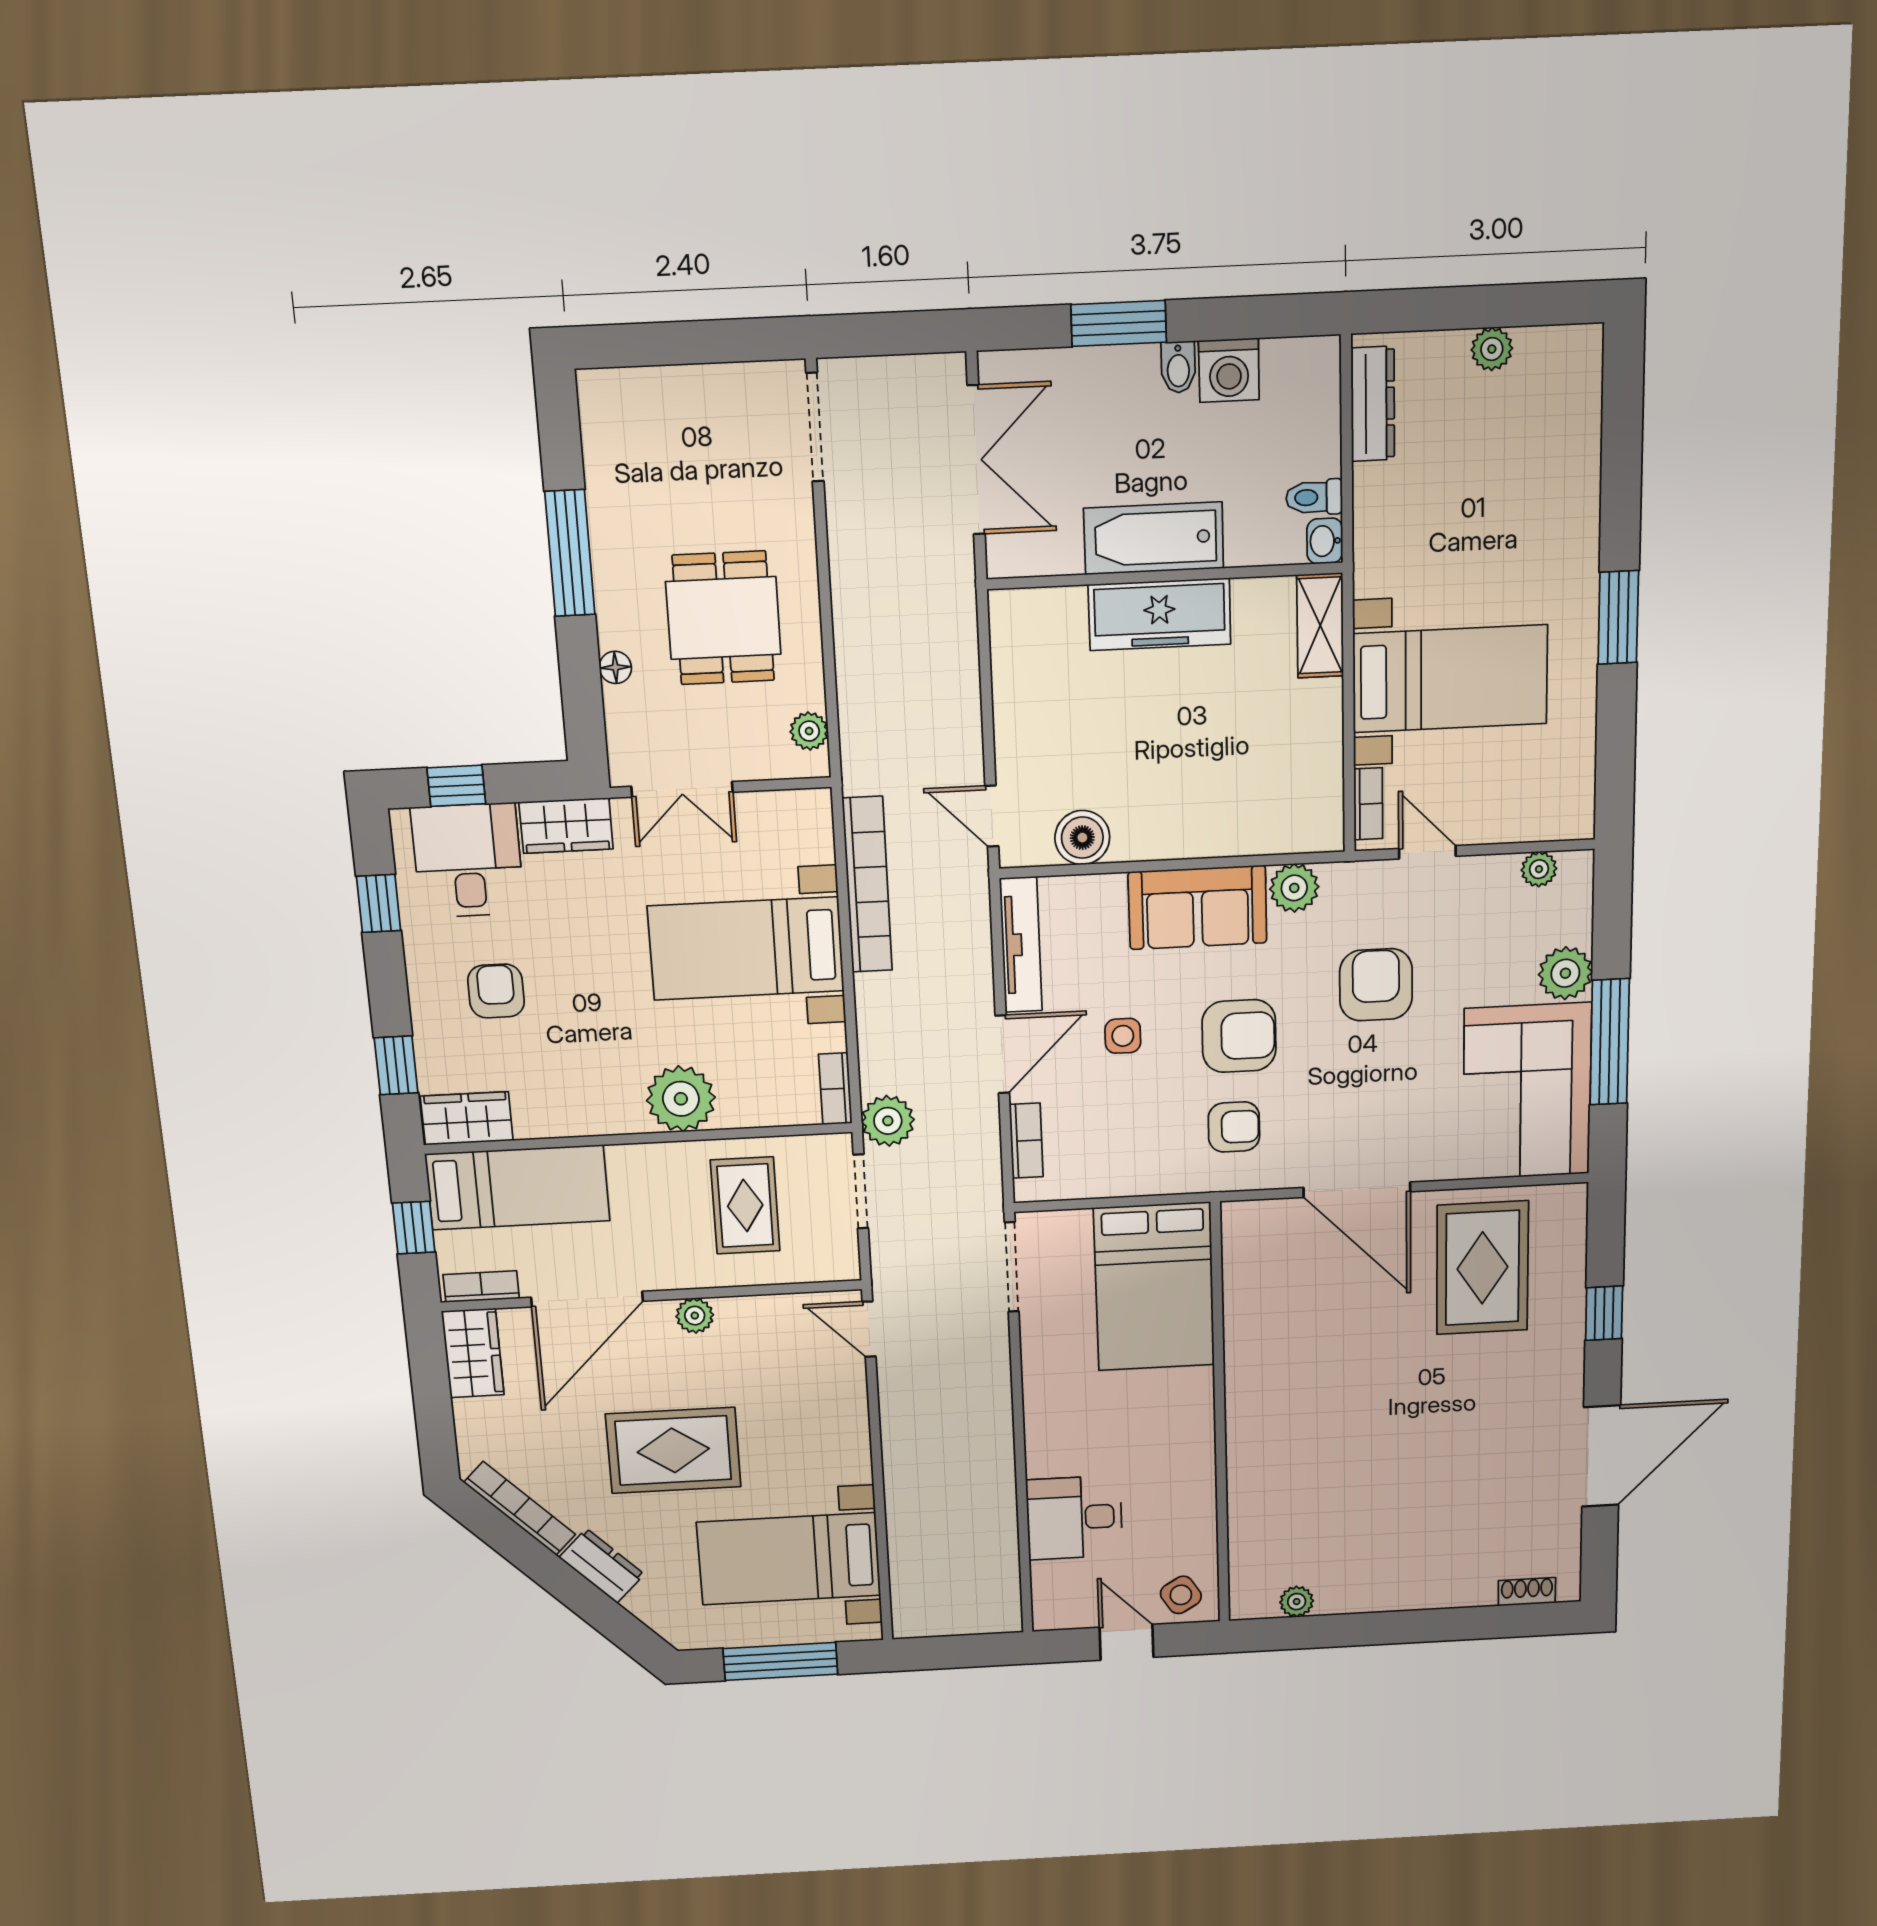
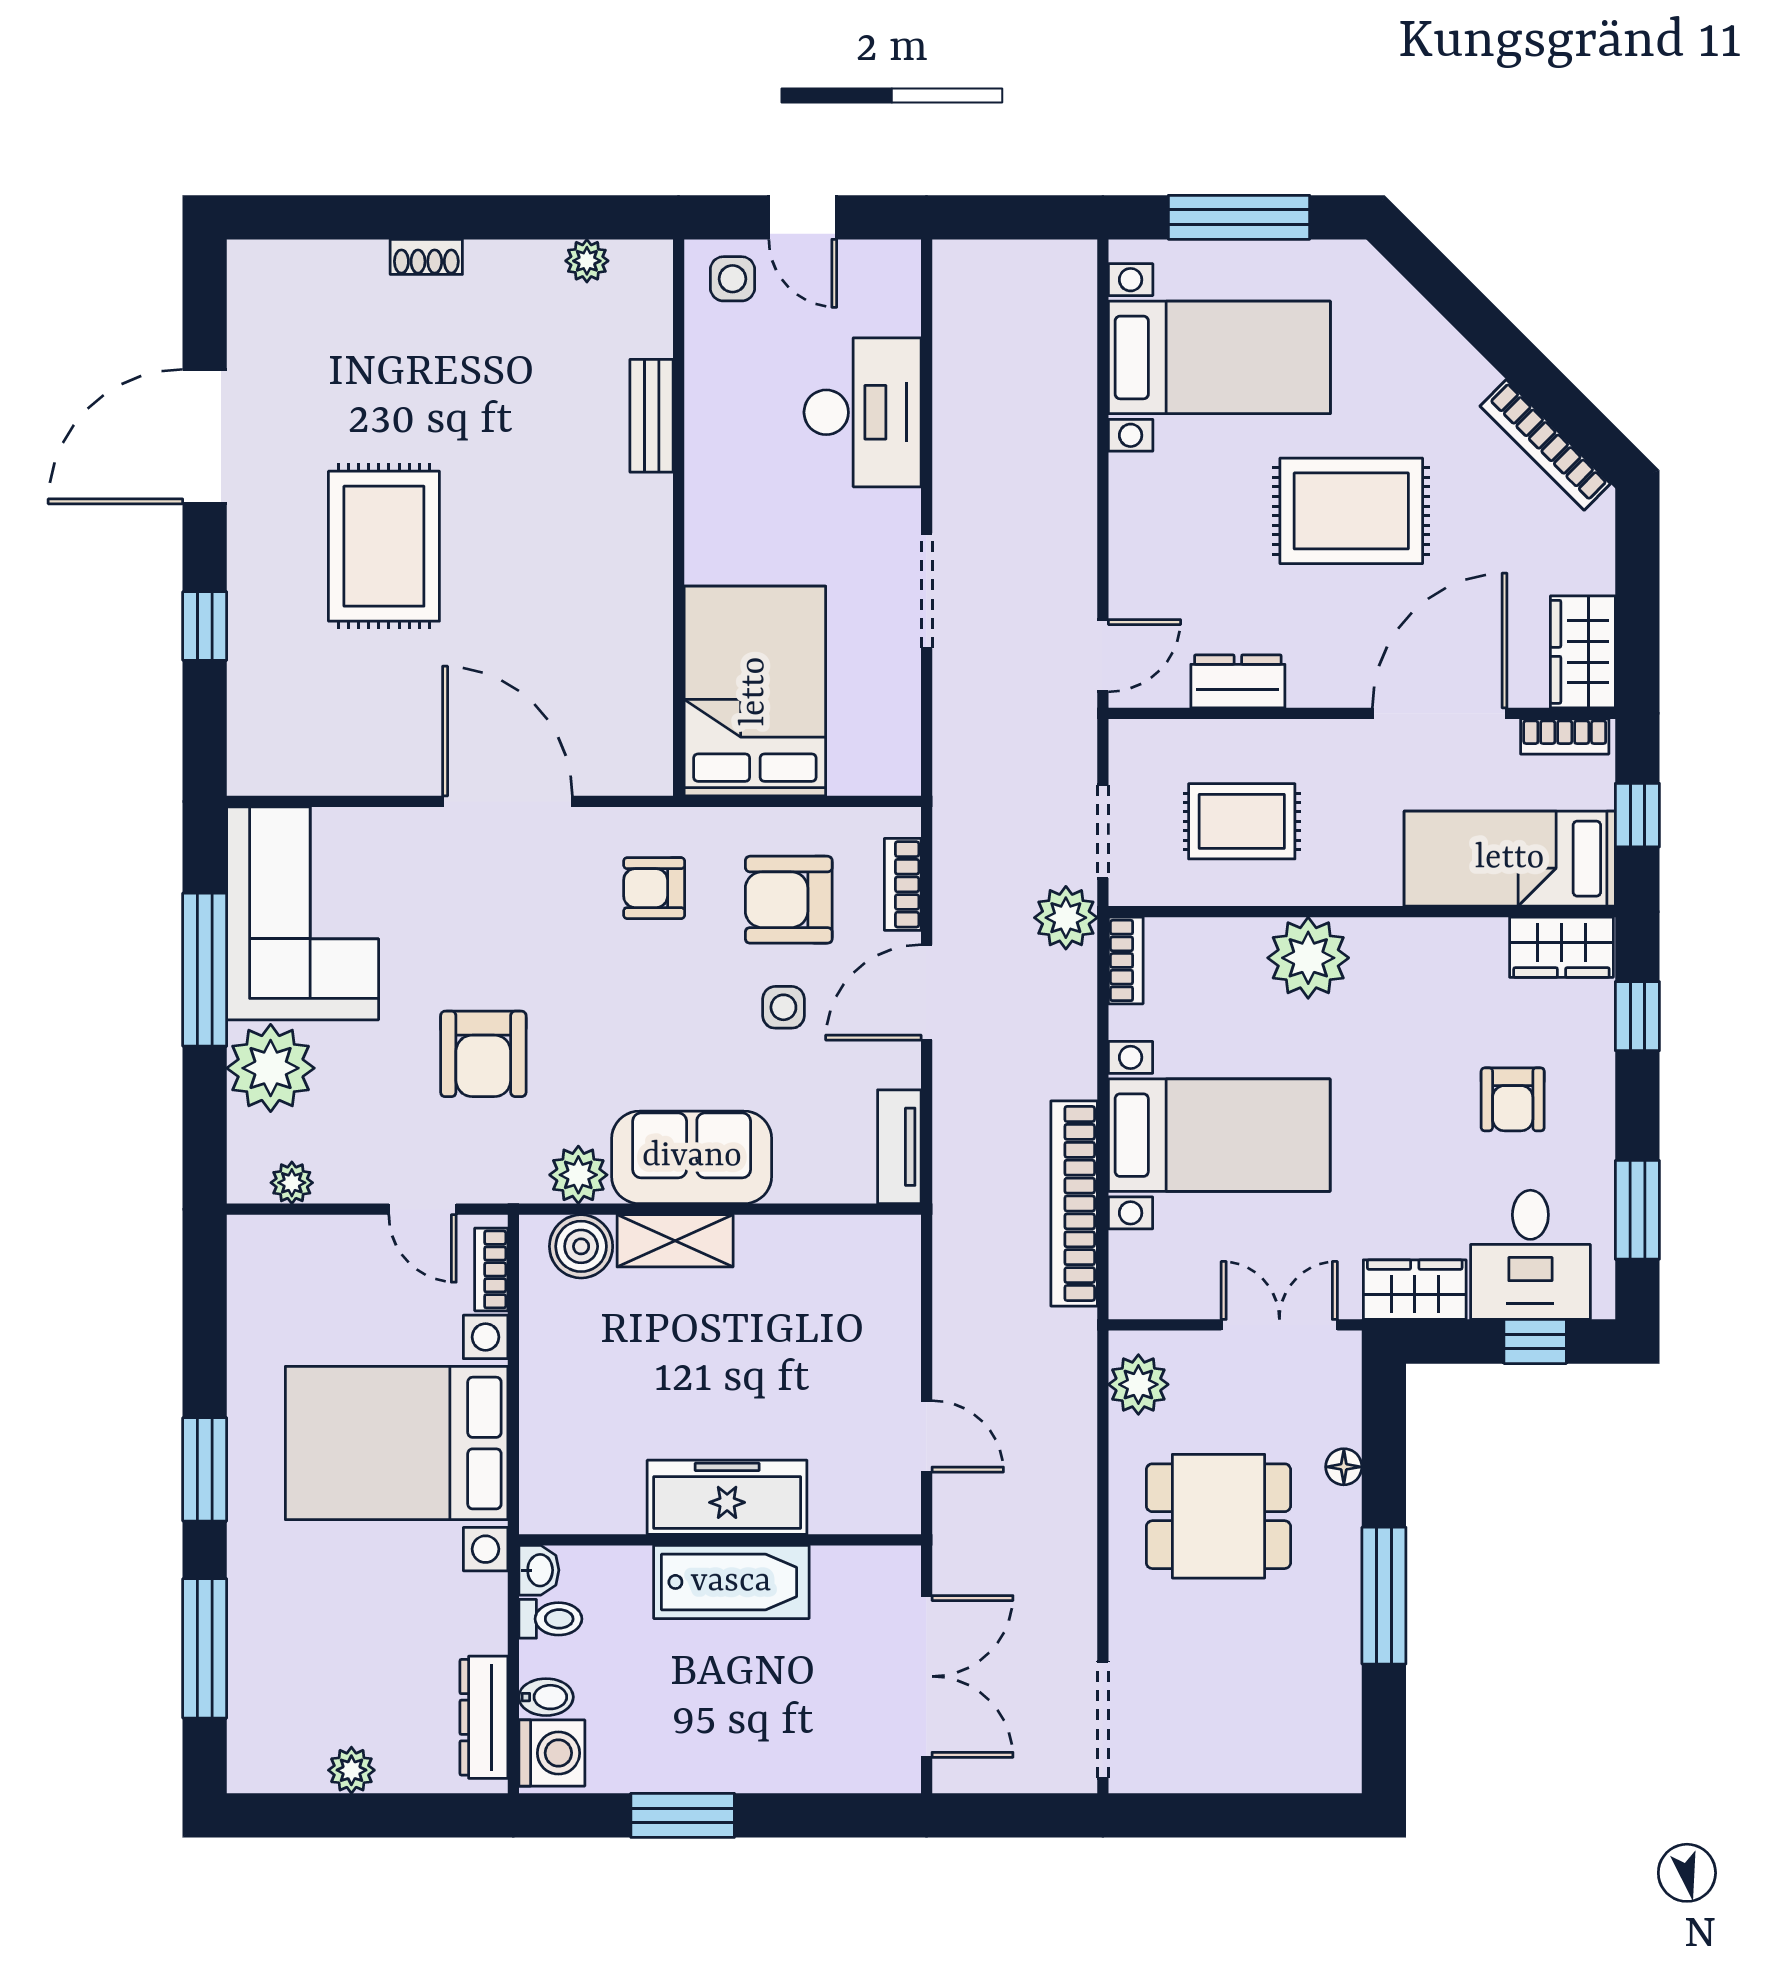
window: (1119, 323) -> (683, 1815), moved
bidet: (1178, 367) -> (546, 1697), moved, turned 90
washing machine: (1229, 370) -> (552, 1753), moved, turned 90
window: (1622, 456) -> (205, 1648), added
double door: (976, 460) -> (927, 1676), swing flipped
dining table: (723, 618) -> (1218, 1516), turned 90
shelving: (1320, 625) -> (675, 1241), moved, turned 90
bed with nightstands: (1450, 679) -> (397, 1443), width x1.36
plant: (809, 731) -> (1138, 1384), width x1.38, depth x1.38
door: (992, 816) -> (927, 1436), moved
boiler: (1082, 838) -> (581, 1246), moved
window: (379, 903) -> (1637, 1210), width x1.50
tv unit: (1021, 945) -> (899, 1147), width x0.71
plant: (1565, 973) -> (271, 1068), width x1.36, depth x1.36
armchair: (1239, 1036) -> (789, 900), moved
rug: (745, 1206) -> (1242, 821), turned 90
doorway: (1012, 1267) -> (927, 591), moved
rug: (1482, 1268) -> (384, 546), moved
plant: (695, 1316) -> (1312, 685), removed
door: (869, 1329) -> (1103, 656), hinge flipped
bench: (1243, 1491) -> (652, 416), added
desk: (1074, 1518) -> (863, 412), width x1.37
dresser: (602, 1566) -> (1238, 681), moved, turned 135
shoe rack: (1527, 1592) -> (426, 257), moved
side table: (1181, 1595) -> (732, 279), turned 32

